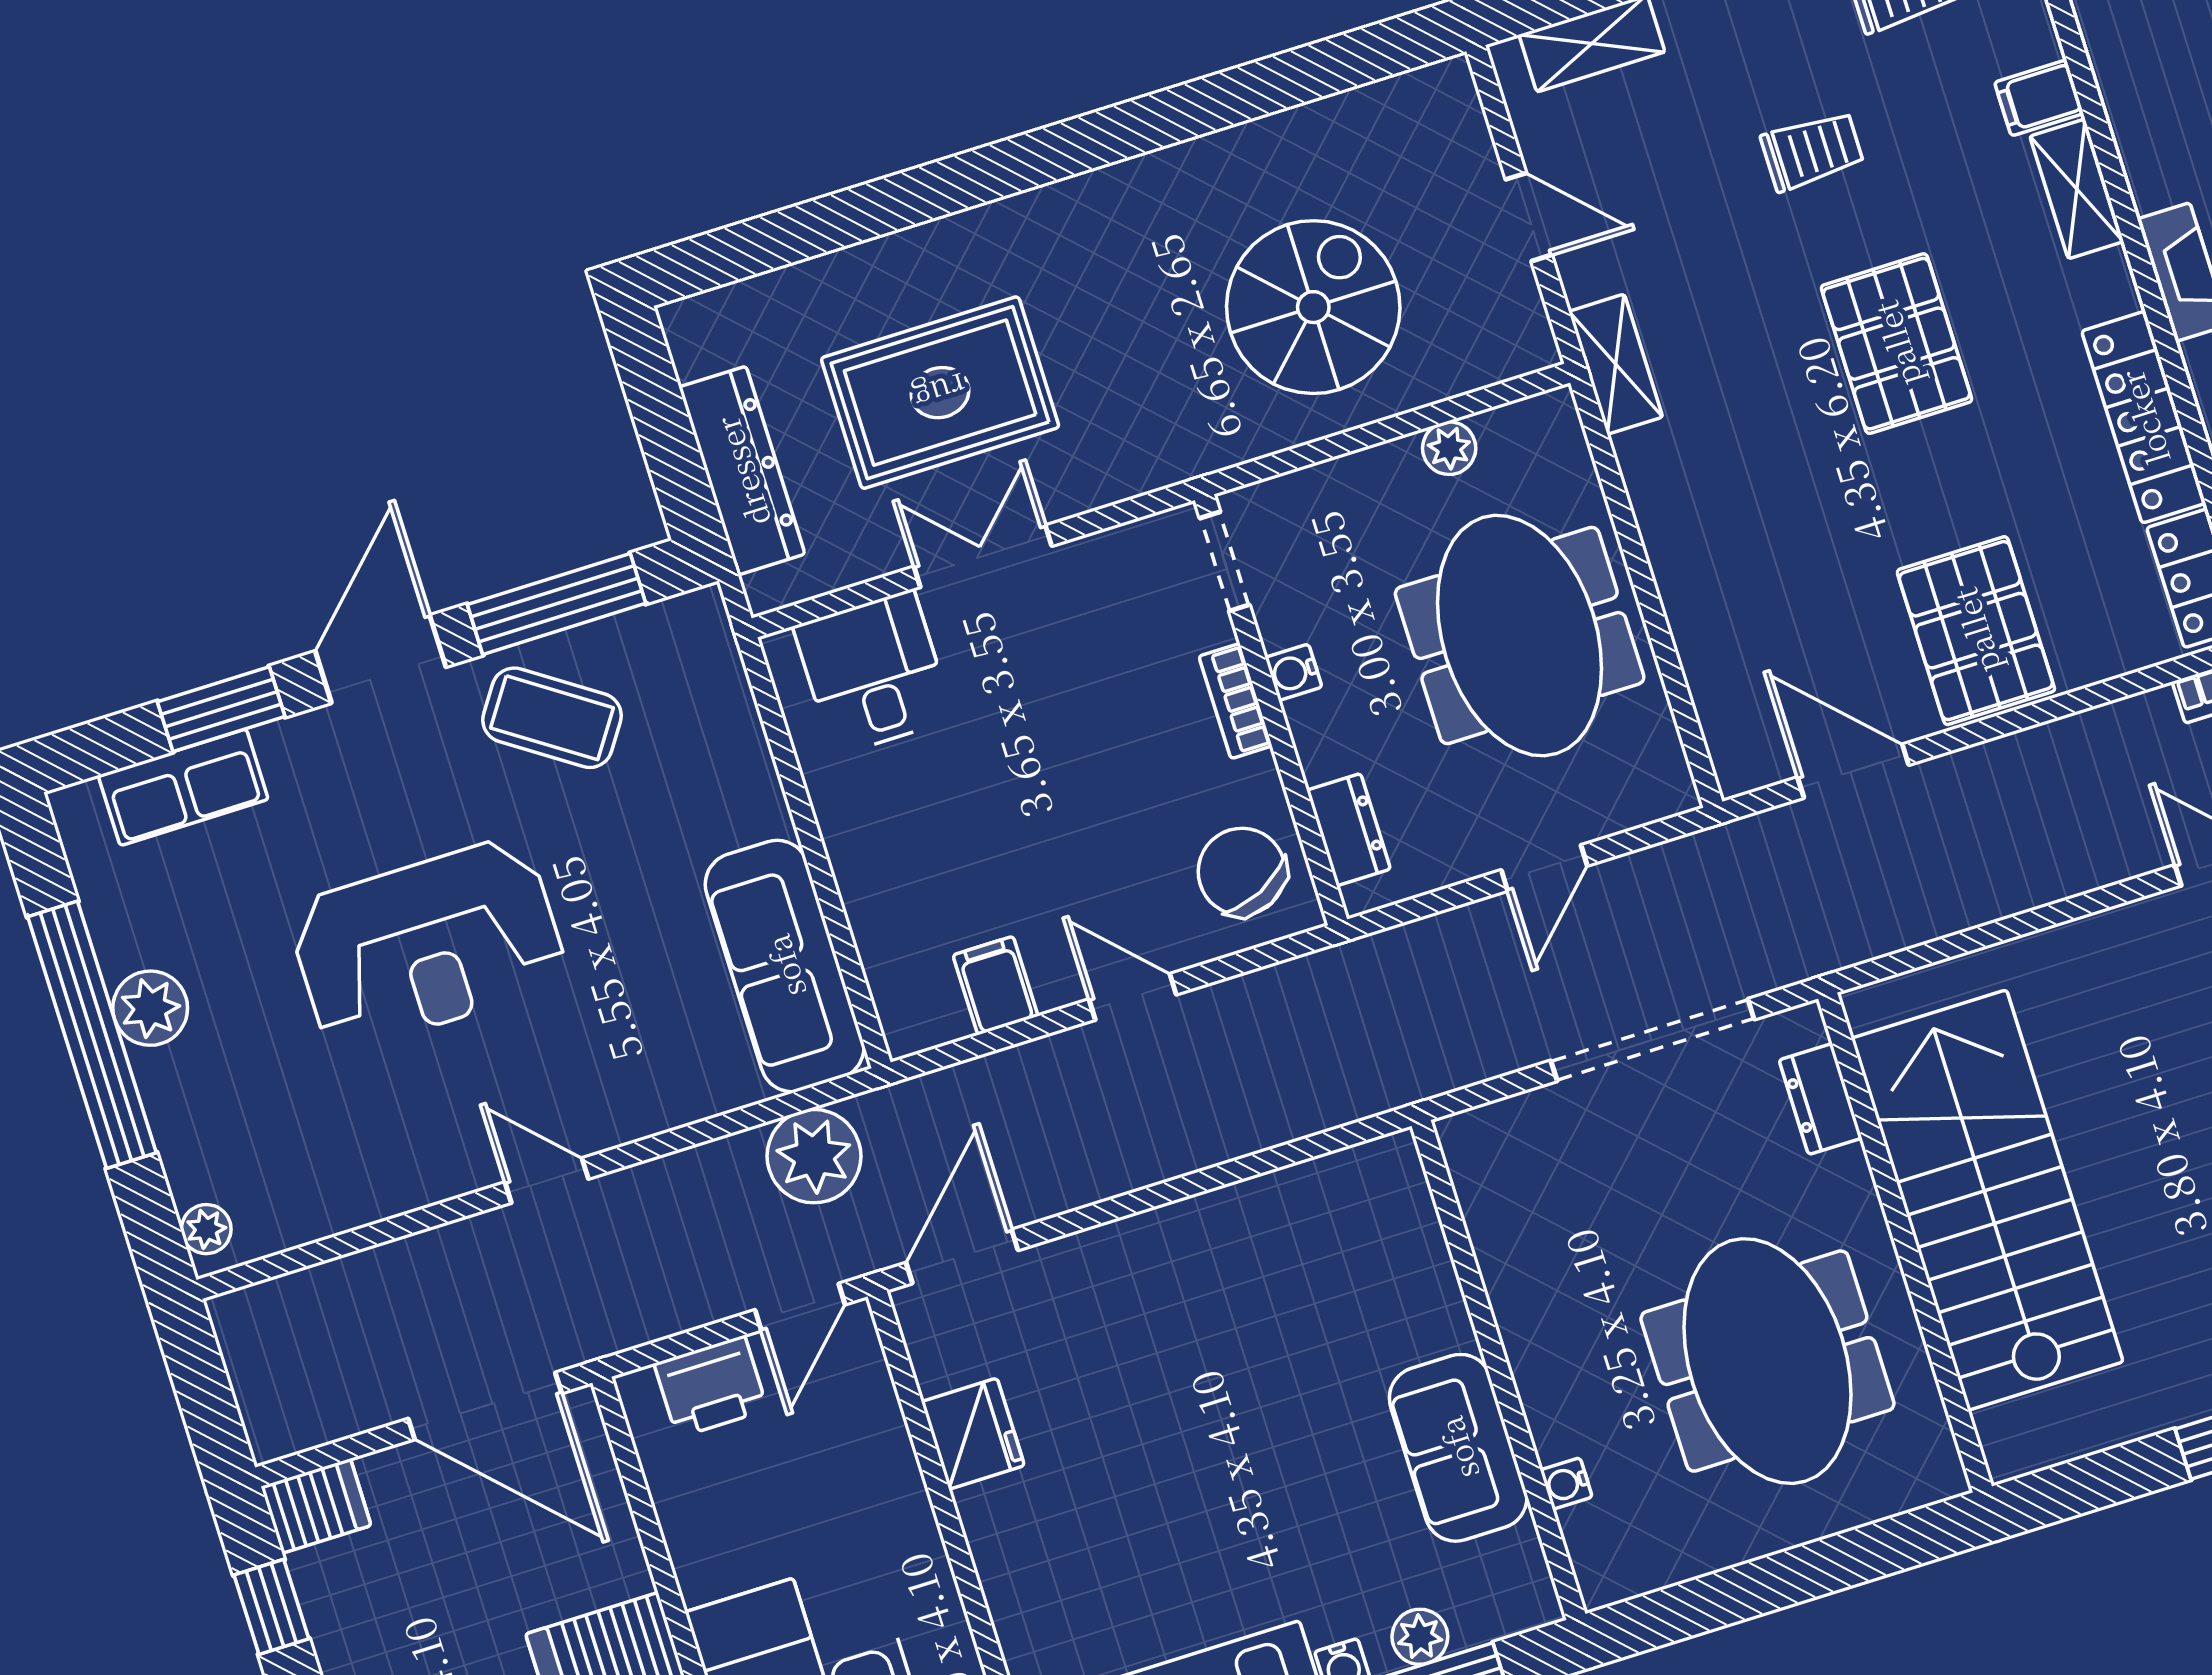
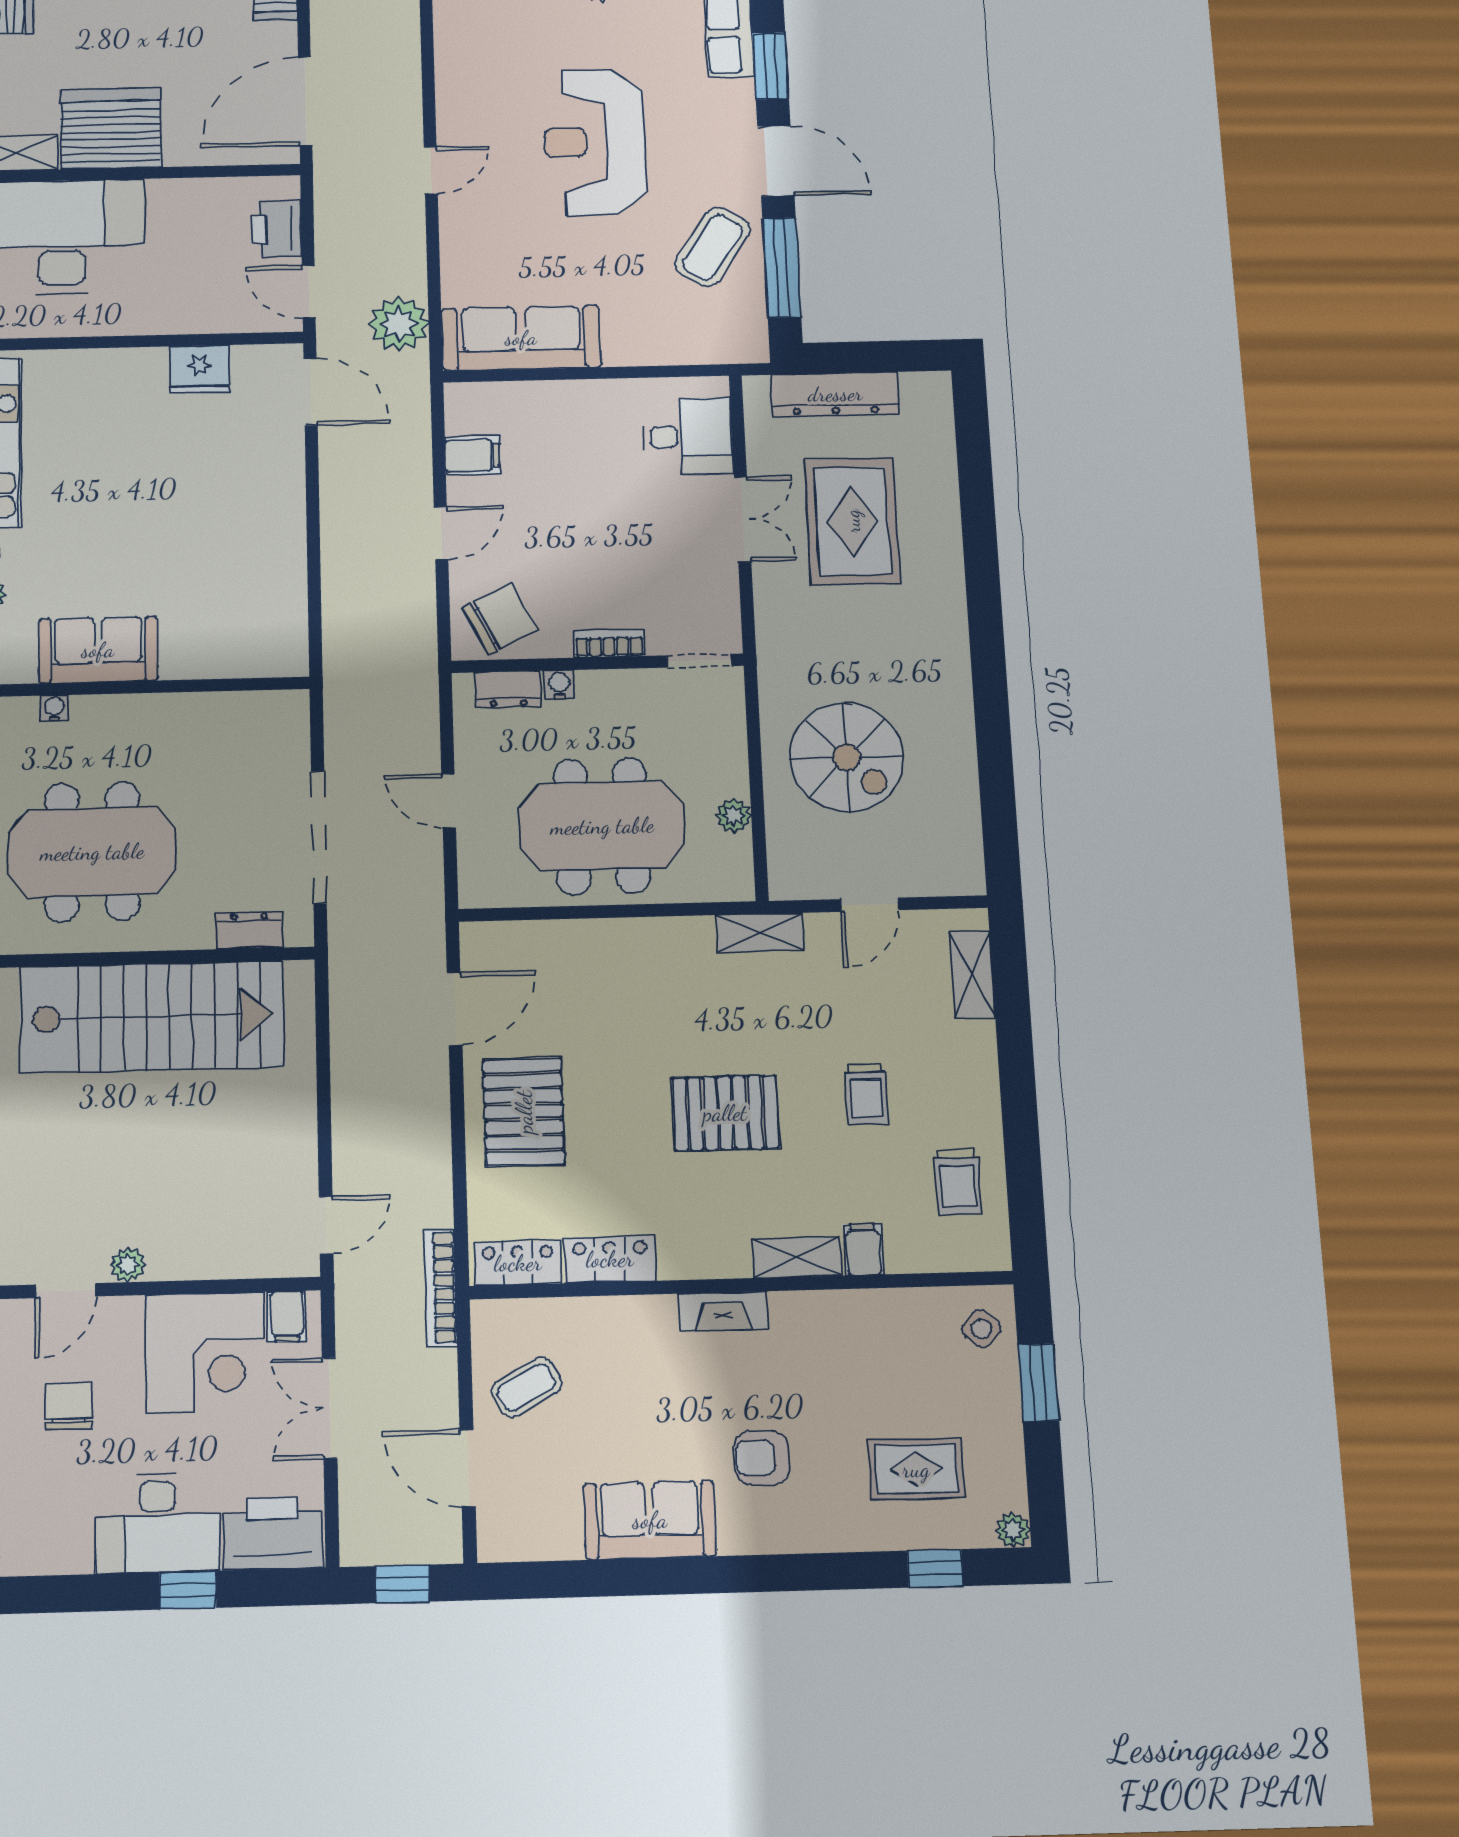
locker: (2144, 417) -> (610, 1259), width x0.66
pallet: (1976, 631) -> (524, 1112), turned 90
water cooler: (1294, 672) -> (559, 685), moved

